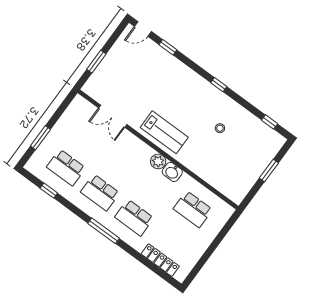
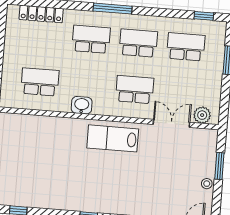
stool: (220, 128) -> (207, 184), moved
school desk: (125, 159) -> (135, 90), added
plant: (158, 161) -> (202, 115), moved
window: (49, 191) -> (204, 16), moved

